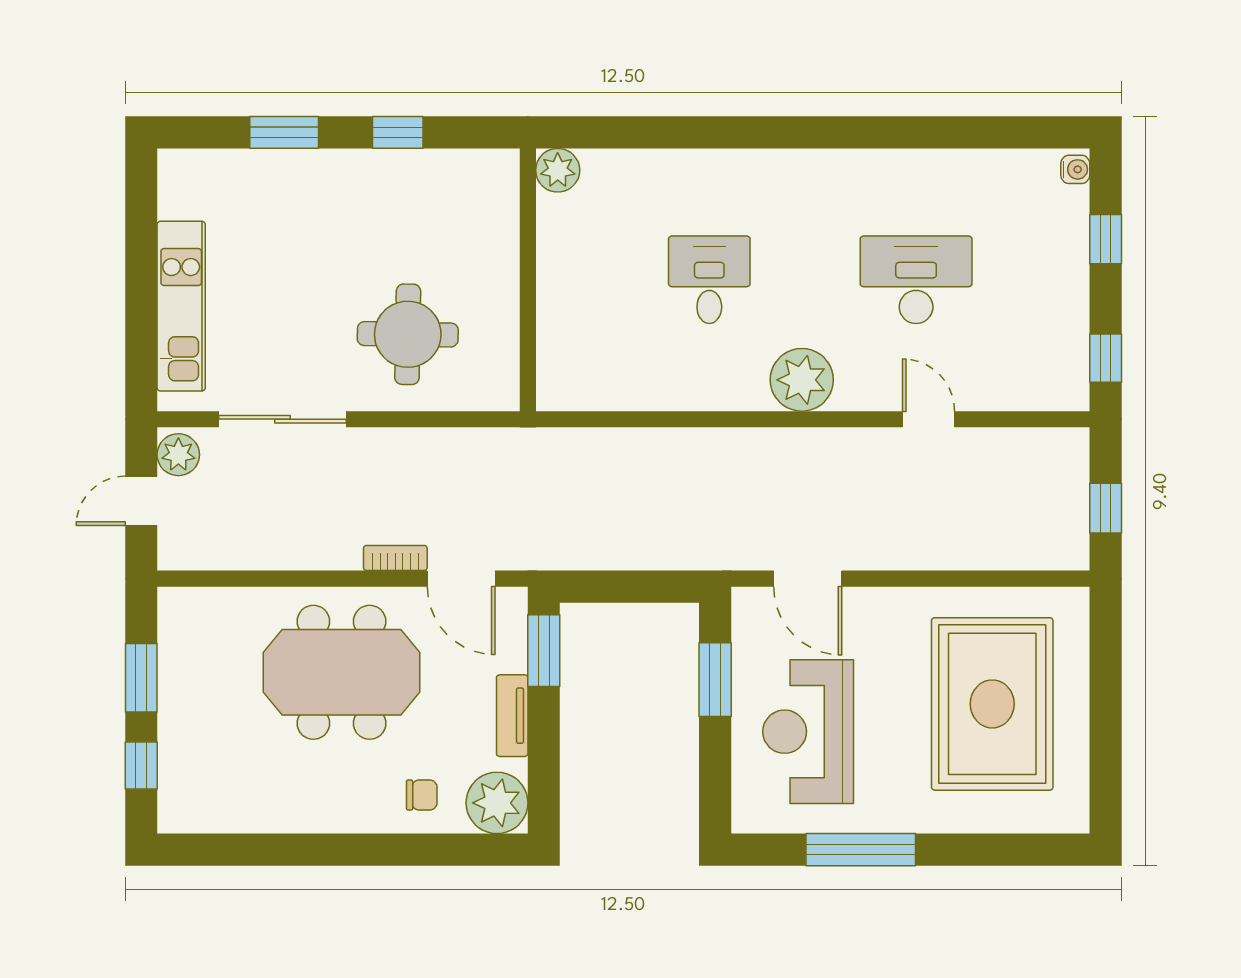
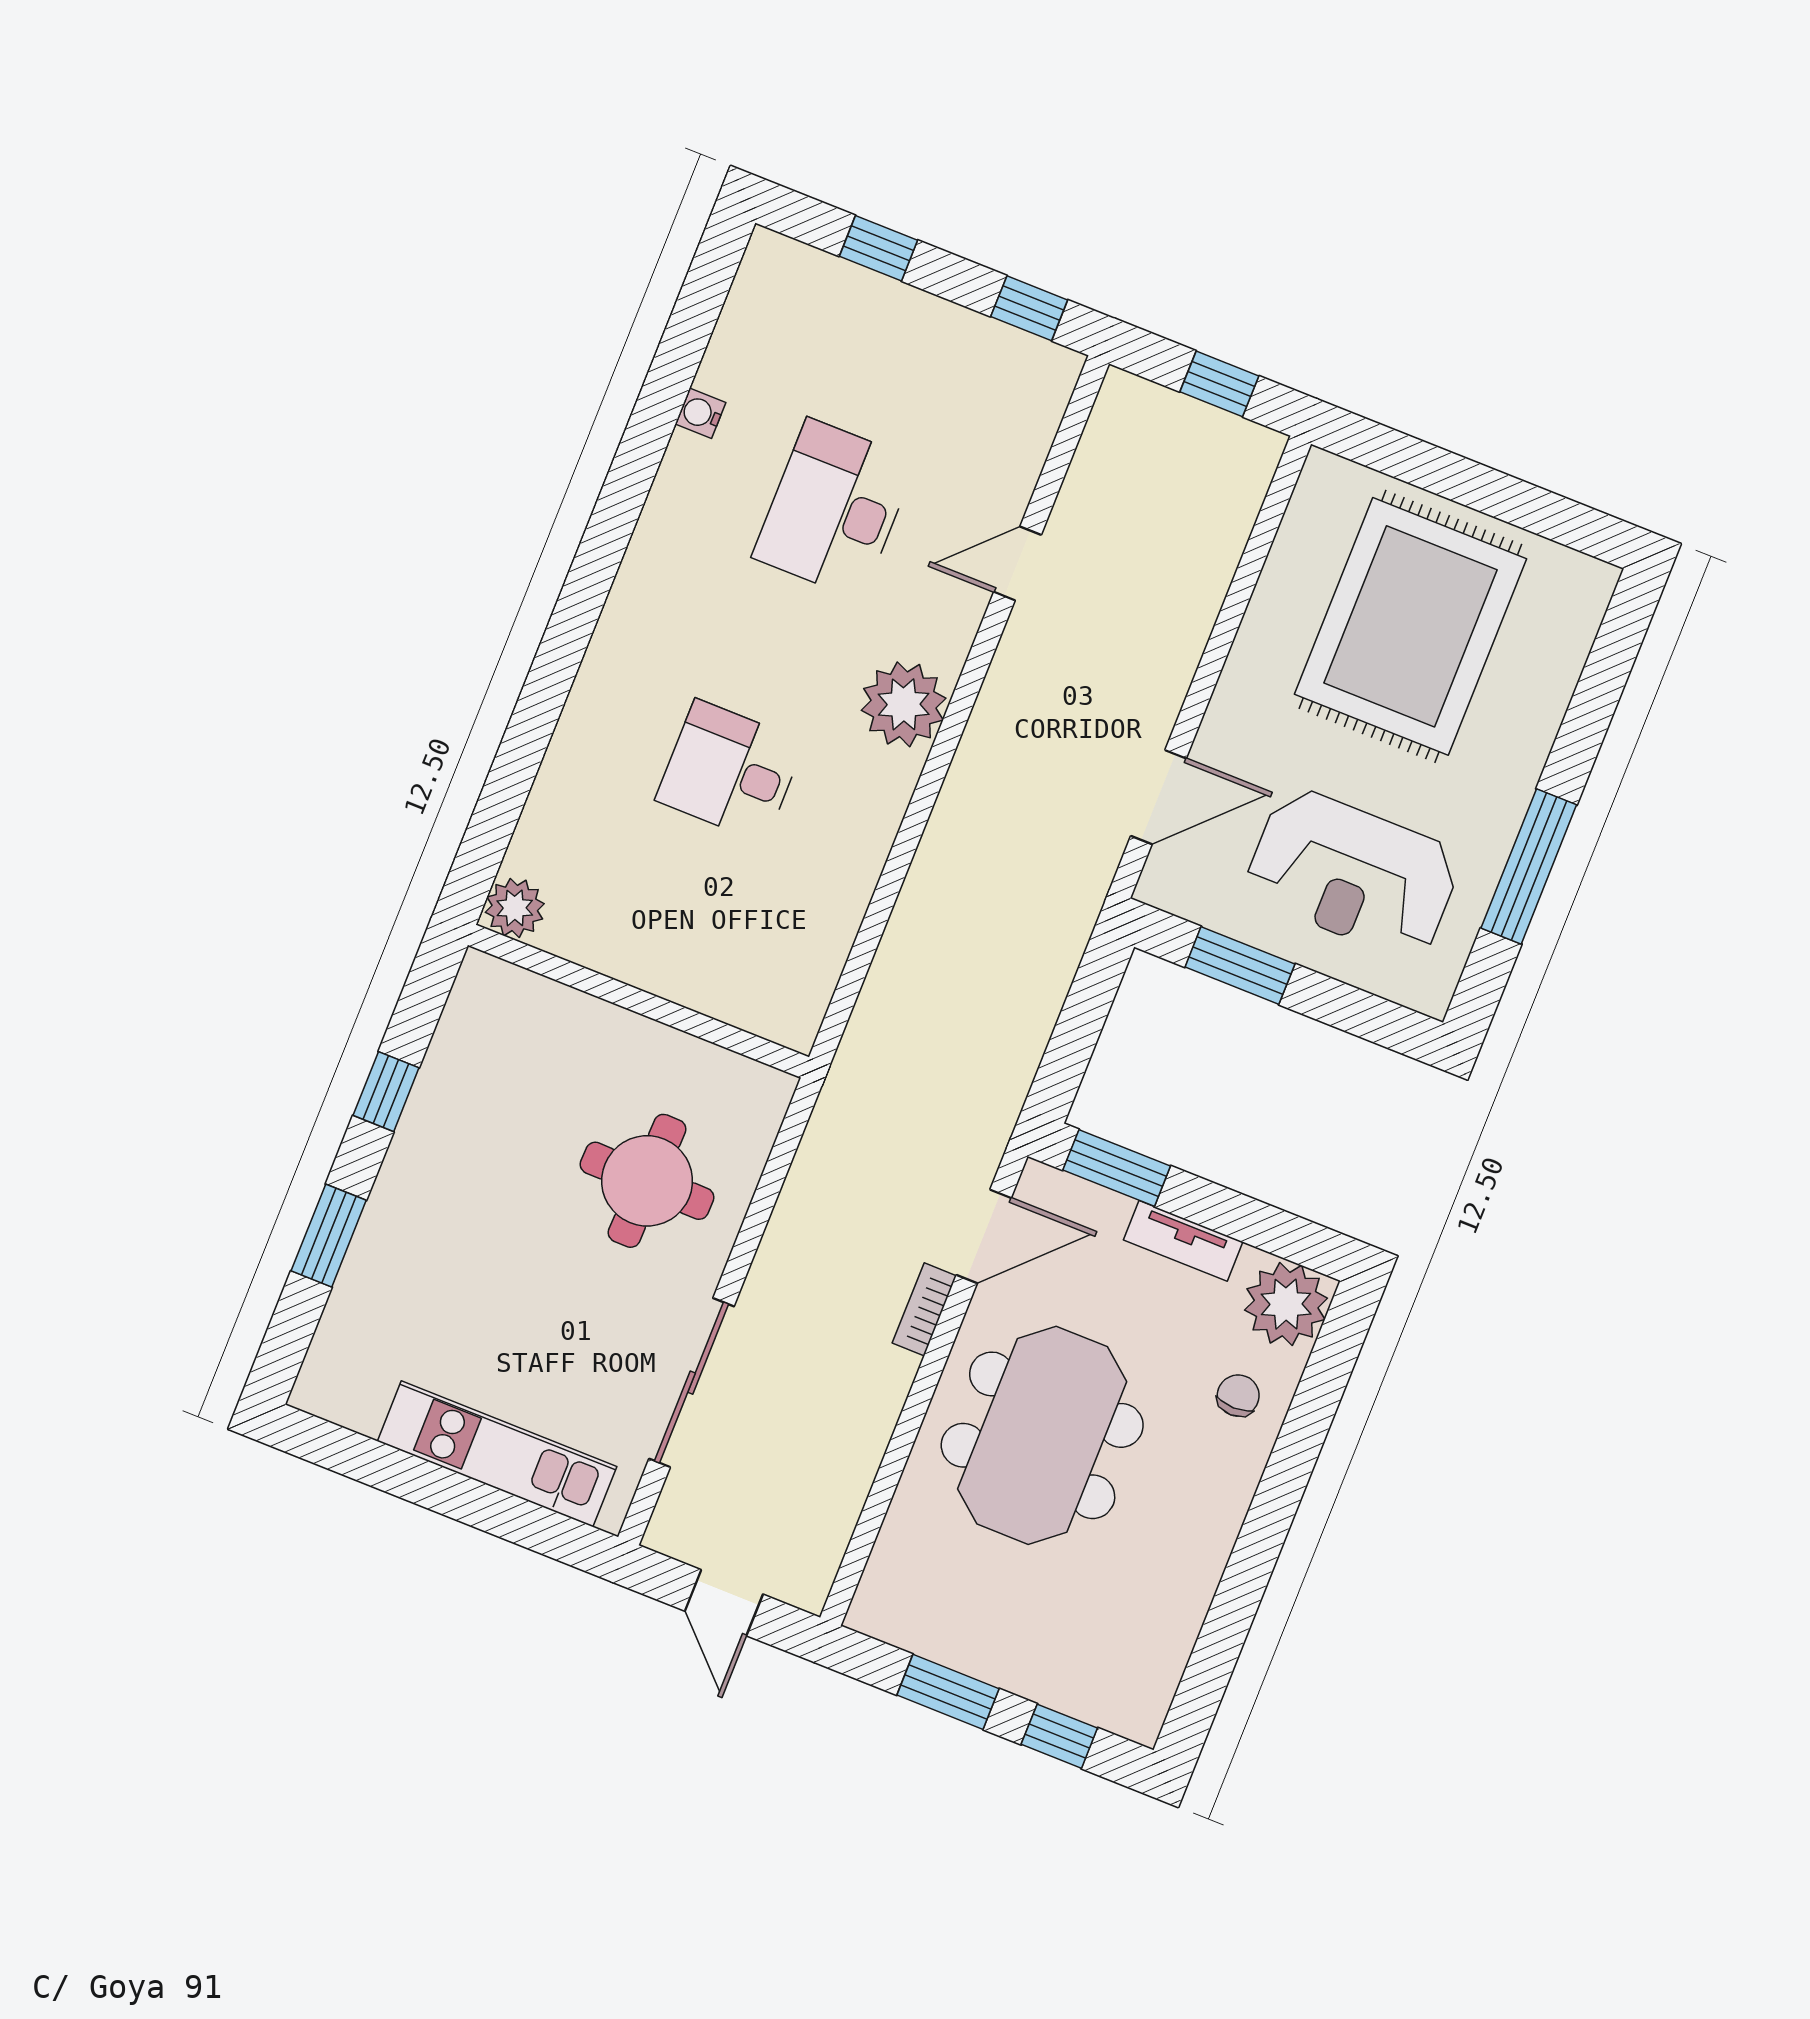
water cooler: (1075, 169) -> (700, 413), moved, turned -90
plant: (178, 455) -> (684, 1532), removed
rug: (992, 704) -> (1411, 626), turned 90

